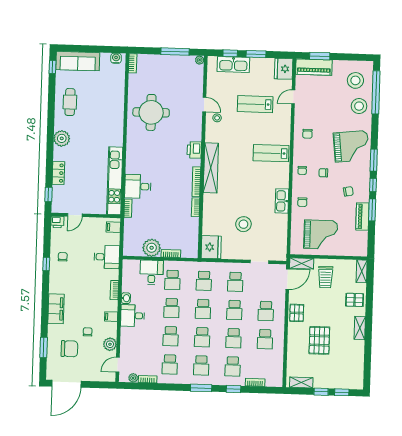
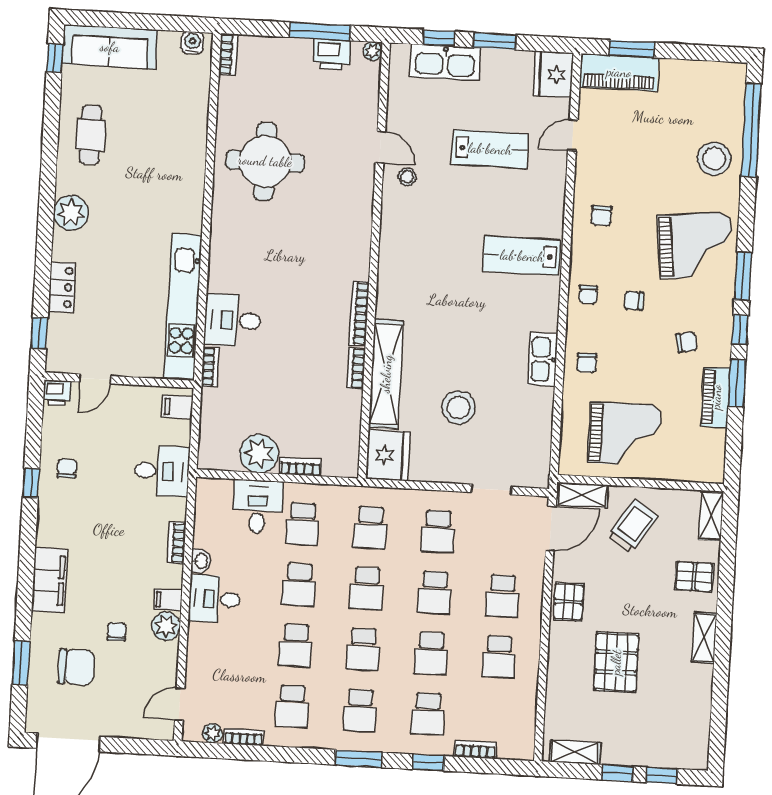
stool: (355, 80) -> (708, 103), removed
lab bench: (255, 104) -> (490, 149), turned 180
printer: (194, 150) -> (332, 54), moved, turned -90
shelving: (211, 168) -> (386, 374), moved
trolley: (326, 277) -> (633, 526), turned -146
plant: (110, 344) -> (166, 626), moved

